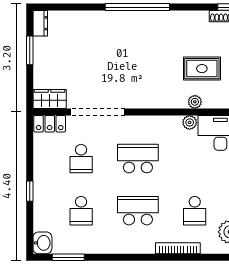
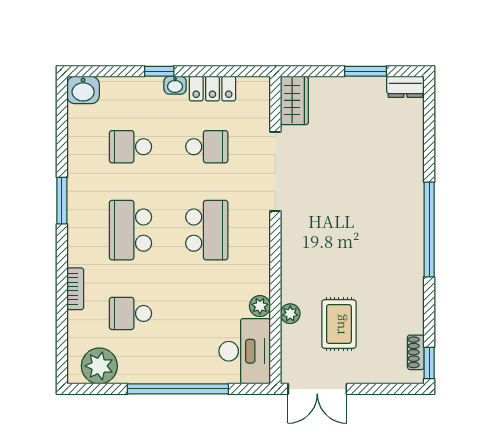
locker: (50, 124) -> (212, 89), moved, turned -90
school desk: (81, 159) -> (207, 147), turned 180
washbasin: (39, 180) -> (175, 85), added
school desk: (138, 211) -> (130, 230), turned 180
bookcase: (178, 248) -> (75, 289), width x0.64
window: (68, 257) -> (62, 201), moved

